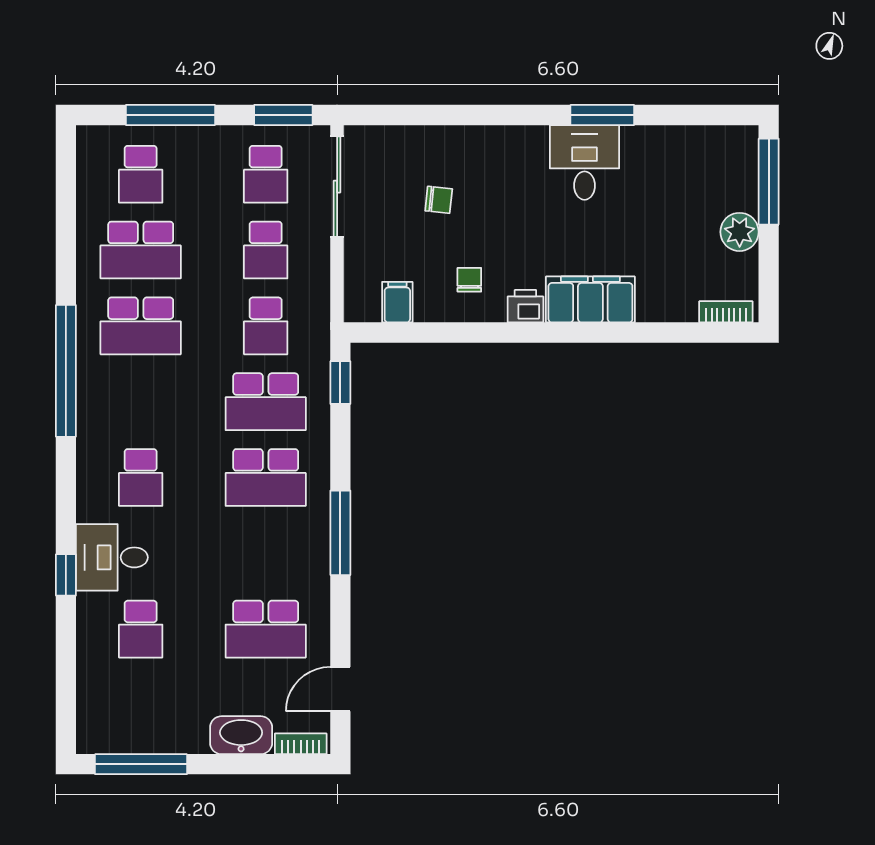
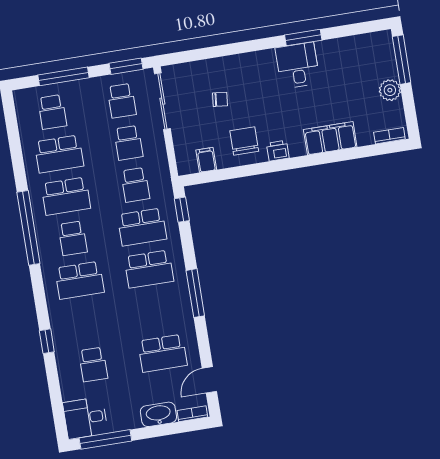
chair: (469, 280) -> (244, 141), width x1.87, depth x1.87
filing cabinet: (590, 299) -> (330, 138), moved
school desk: (141, 402) -> (73, 238), added
school desk: (141, 478) -> (80, 280), width x1.85
desk: (112, 557) -> (85, 418), moved

